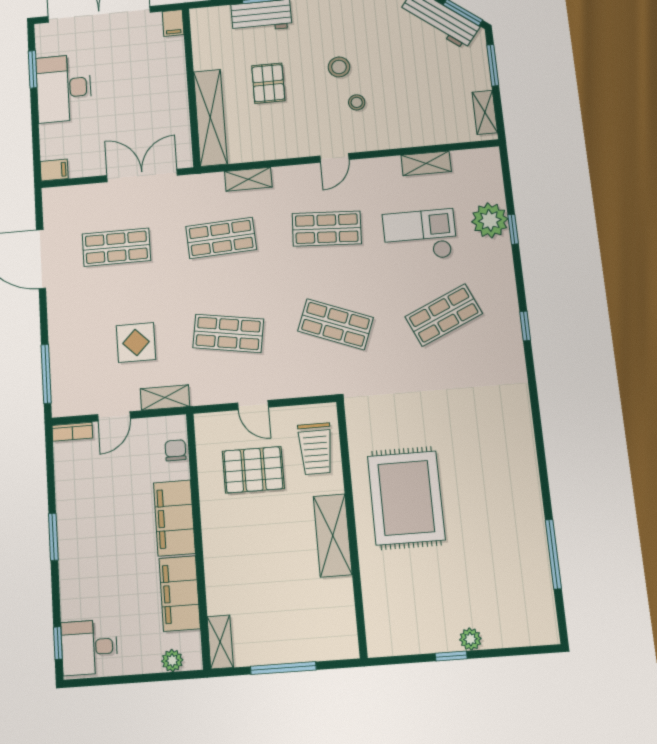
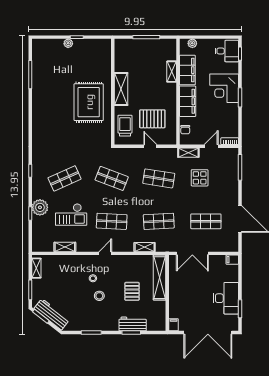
plant: (490, 220) -> (40, 207), moved
corner desk: (91, 556) -> (224, 88), added
shelving: (220, 642) -> (172, 72), moved

